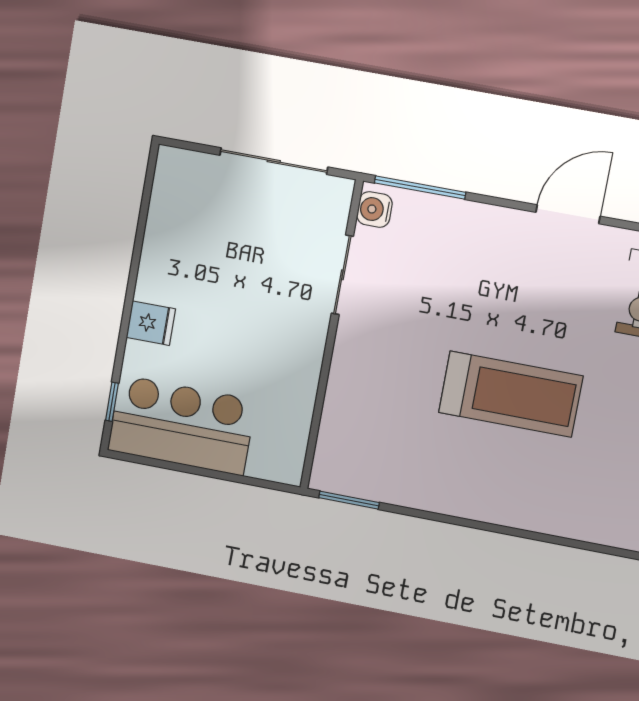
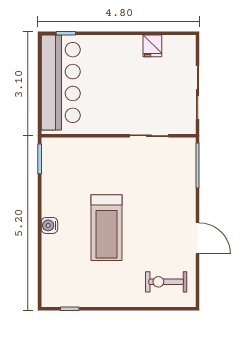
water cooler: (374, 209) -> (49, 225), moved, turned -90
fridge: (151, 323) -> (152, 46), moved
bar counter: (182, 425) -> (61, 83), width x1.36

